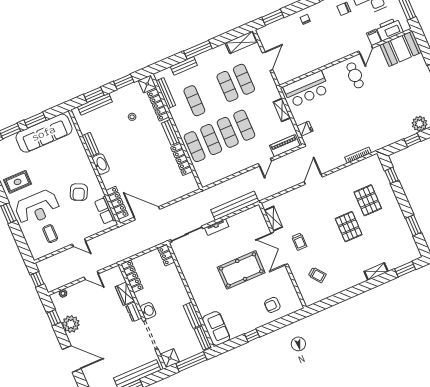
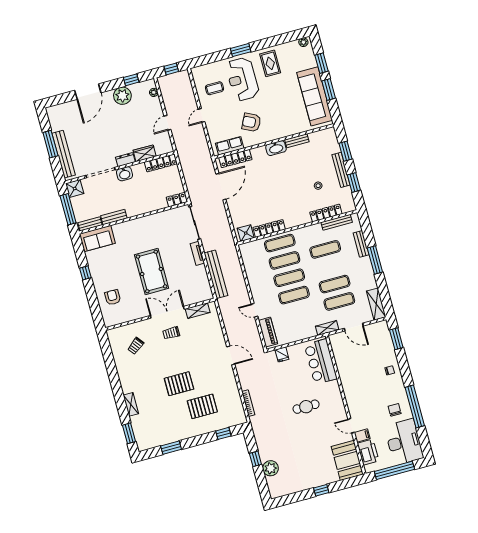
cafe table: (355, 75) -> (306, 407), moved
shower: (147, 84) -> (246, 233), moved
bench: (95, 104) -> (341, 170), moved
shelving: (282, 110) -> (327, 328), moved
bench: (171, 132) -> (297, 221), removed

